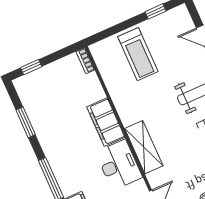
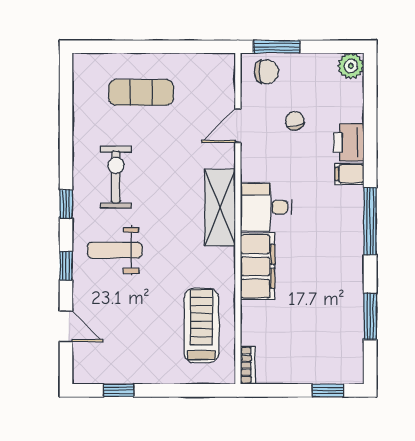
treadmill: (138, 54) -> (201, 325), moved
desk: (119, 165) -> (266, 207), width x0.73

